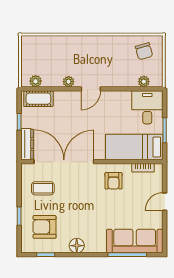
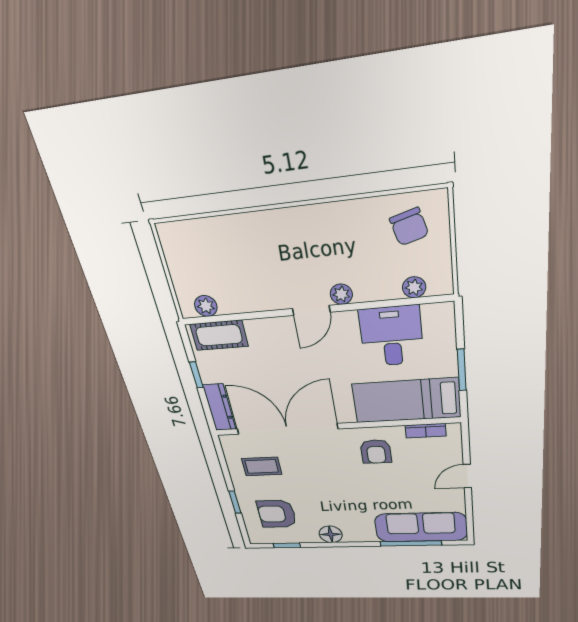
plant: (69, 82) -> (341, 294), moved
desk: (147, 107) -> (391, 336), moved

